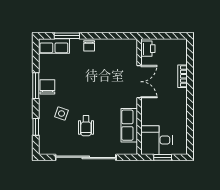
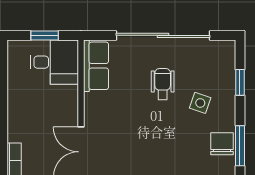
chair: (47, 87) -> (222, 144), turned 180
row of seats: (129, 125) -> (96, 66), moved

